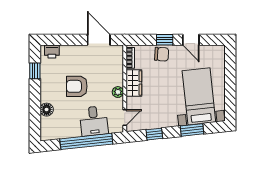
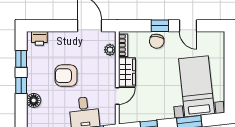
chair: (162, 54) -> (157, 41), turned 92
plant: (118, 92) -> (110, 50), moved
window: (35, 96) -> (21, 86), added
door: (125, 117) -> (117, 96), moved

